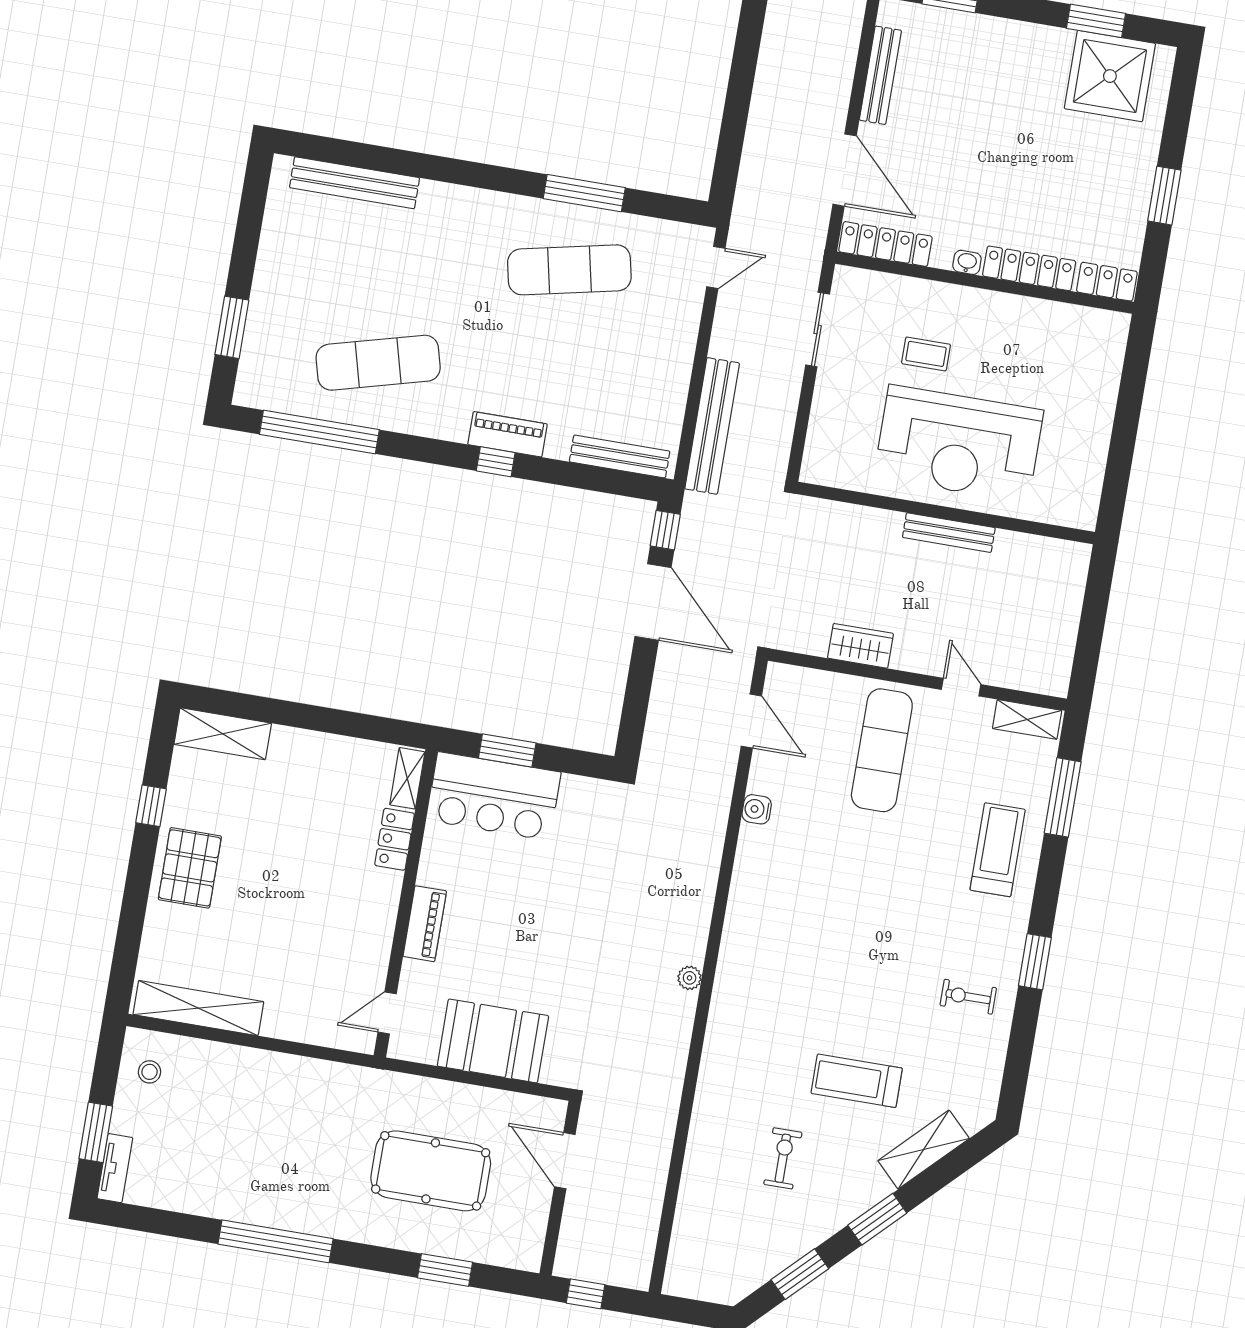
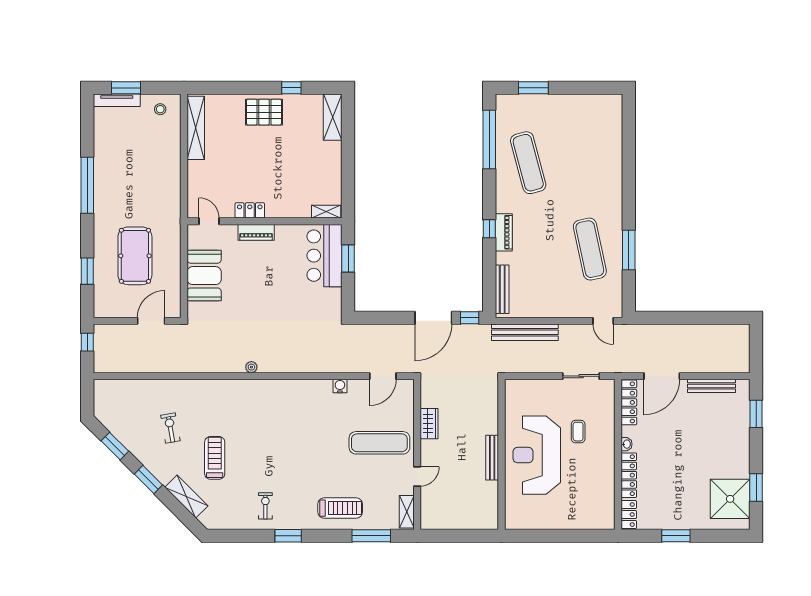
bench: (355, 183) -> (615, 136), removed
locker: (395, 839) -> (250, 210), moved
exercise bike: (783, 1158) -> (170, 428), turned -100
tv unit: (115, 1168) -> (117, 100), width x1.41

